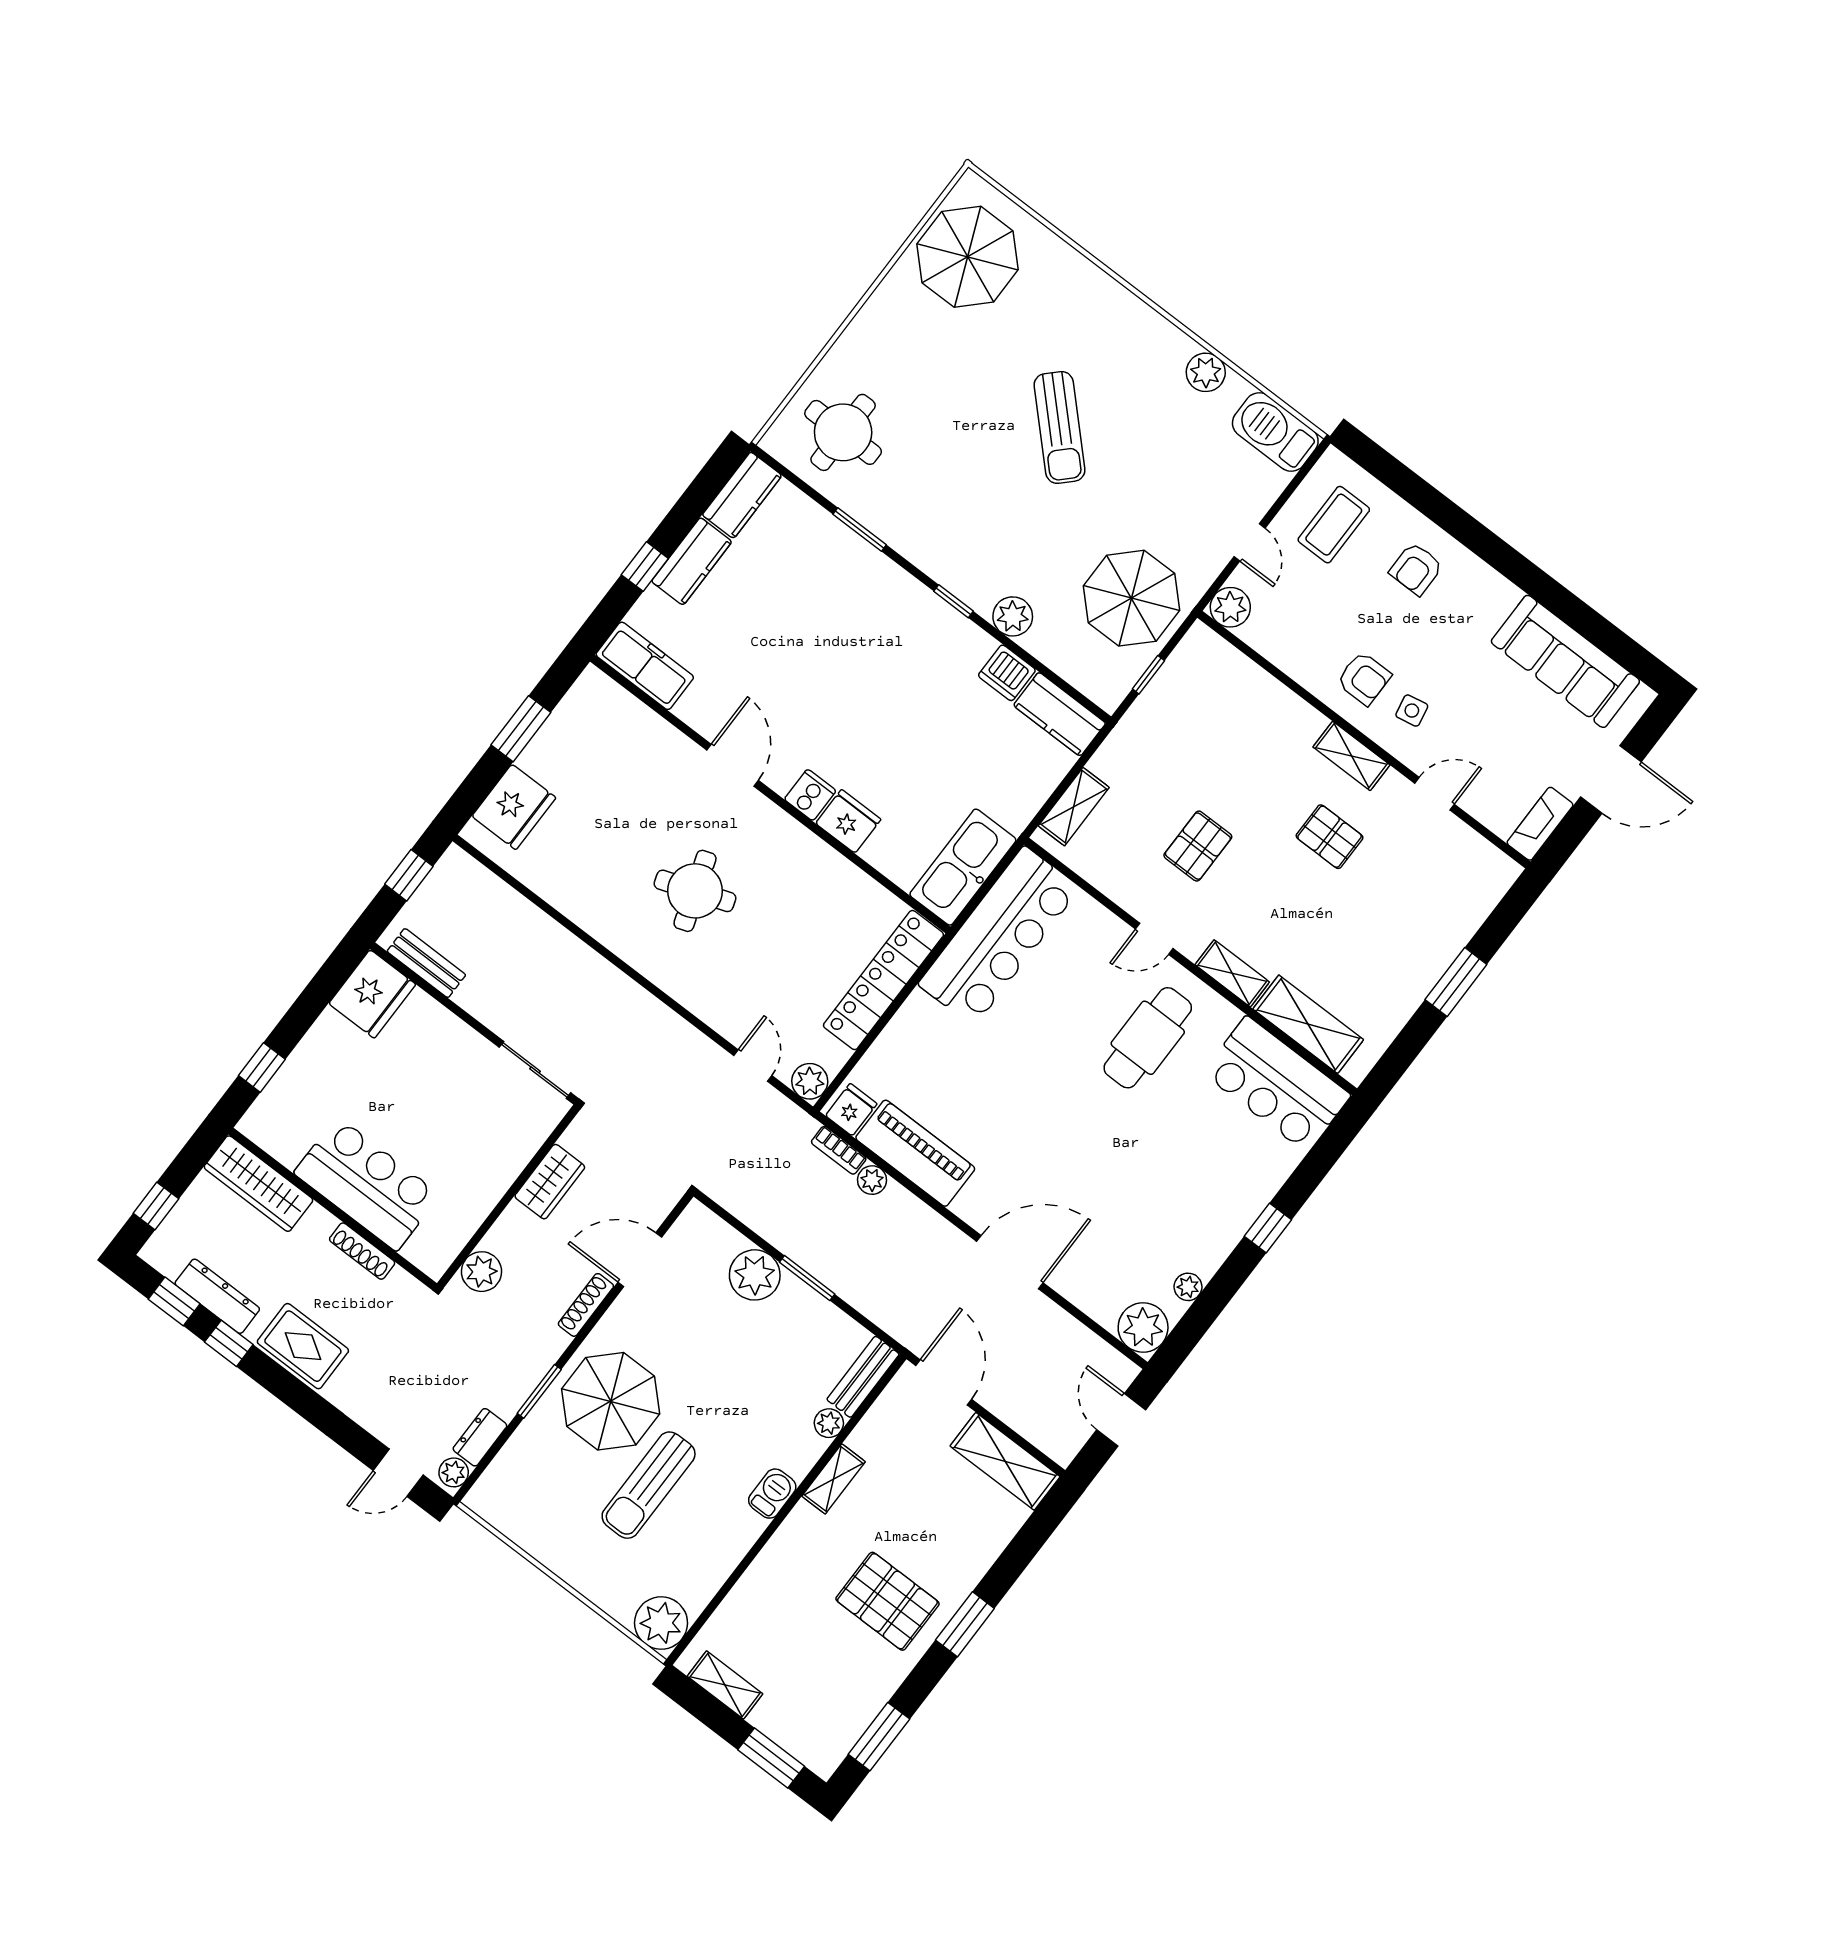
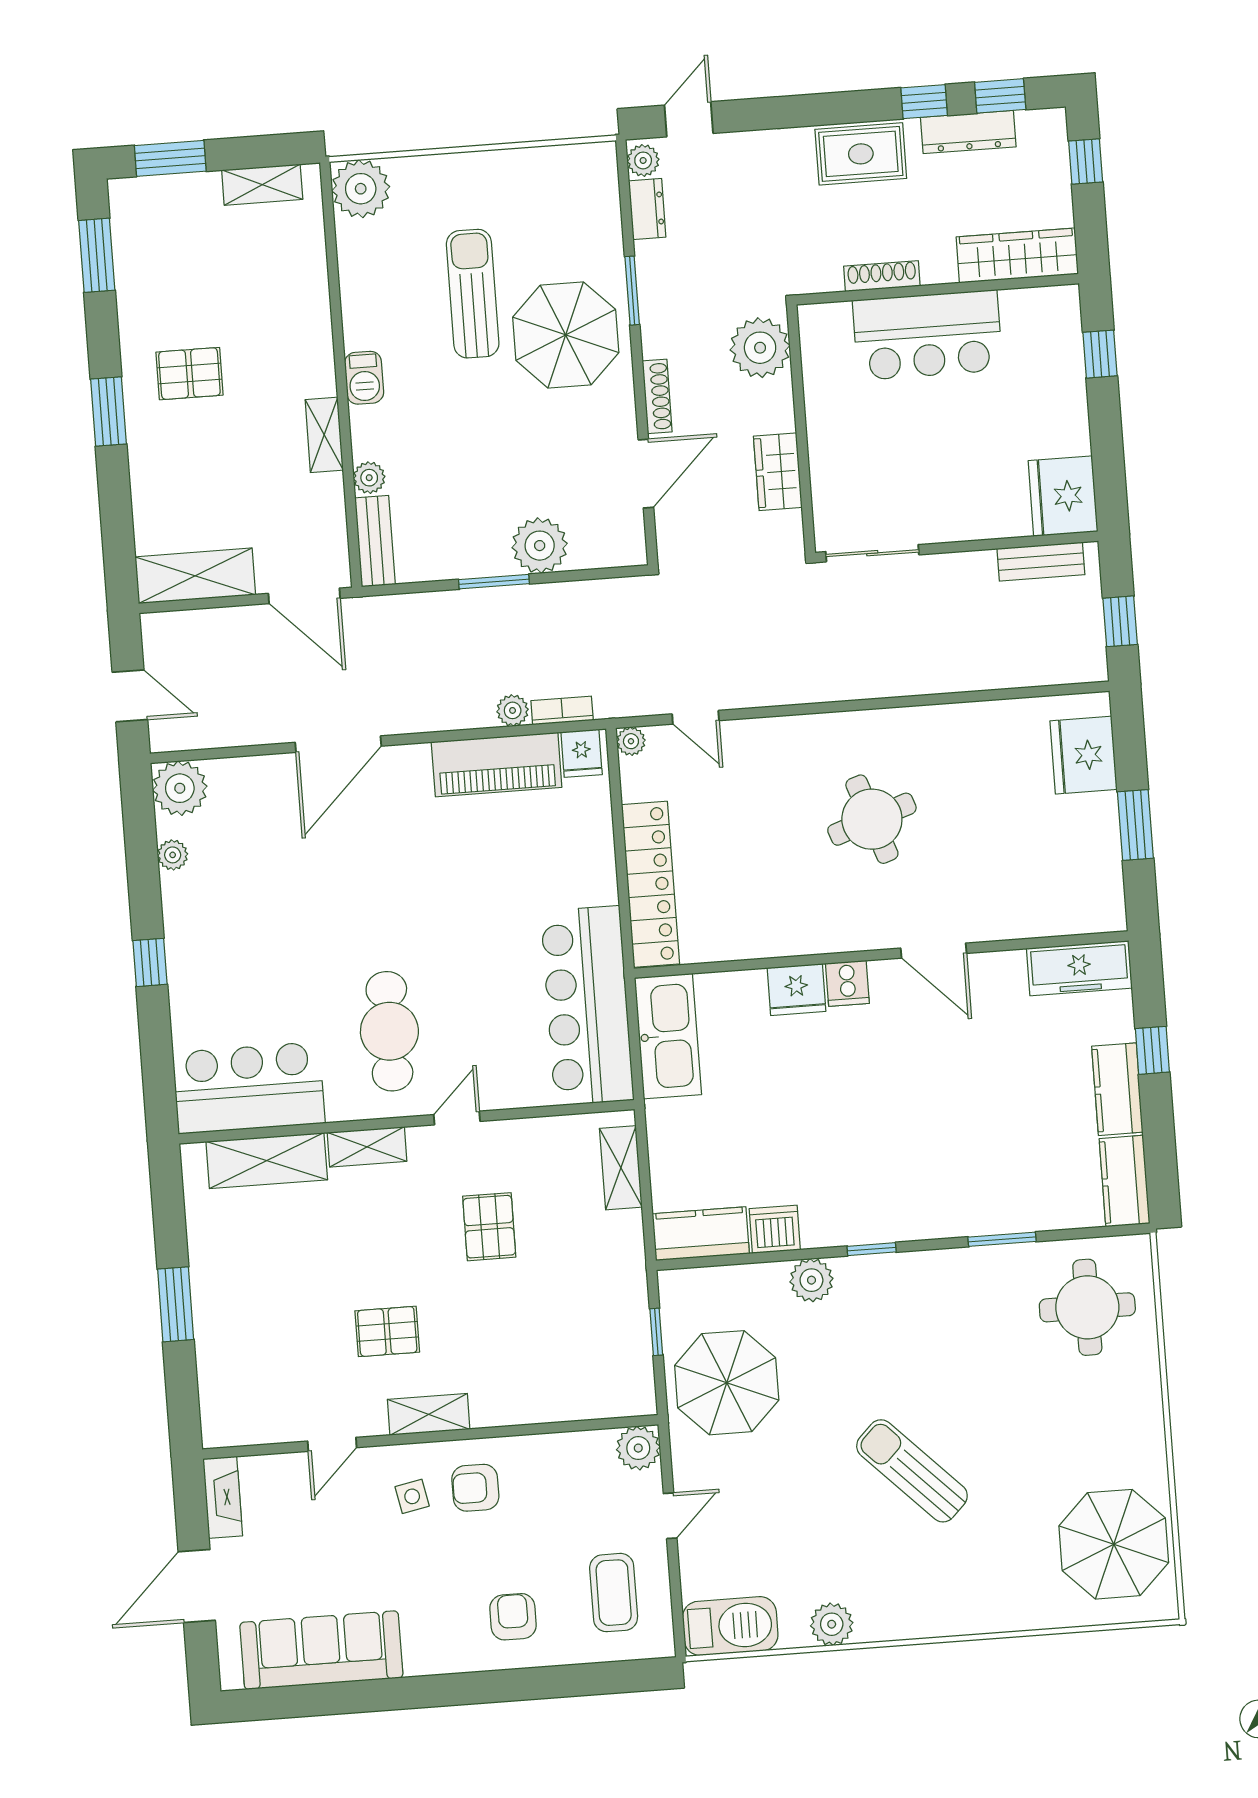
door: (1250, 542) -> (670, 1516), swing flipped
plant: (810, 1081) -> (631, 741), width x0.73, depth x0.73
plant: (481, 1272) -> (760, 348), width x1.36, depth x1.36
pallet: (887, 1601) -> (189, 374), width x0.67, depth x0.71

